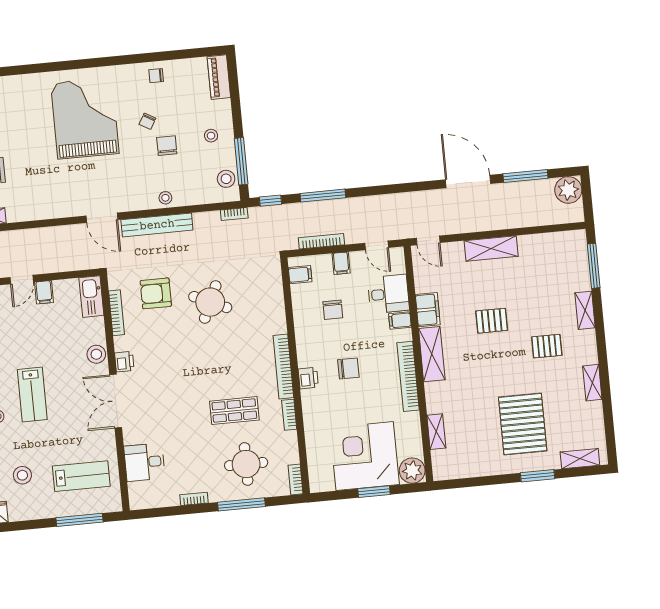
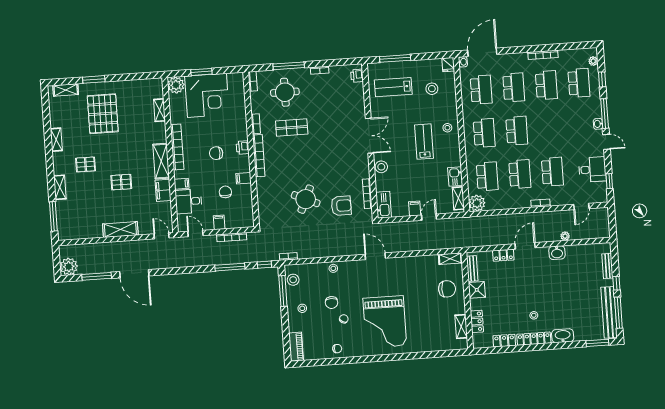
bench: (157, 225) -> (339, 251), removed
filing cabinet: (300, 275) -> (244, 178), moved
printer: (124, 362) -> (357, 76), moved
desk: (144, 462) -> (352, 95), removed

